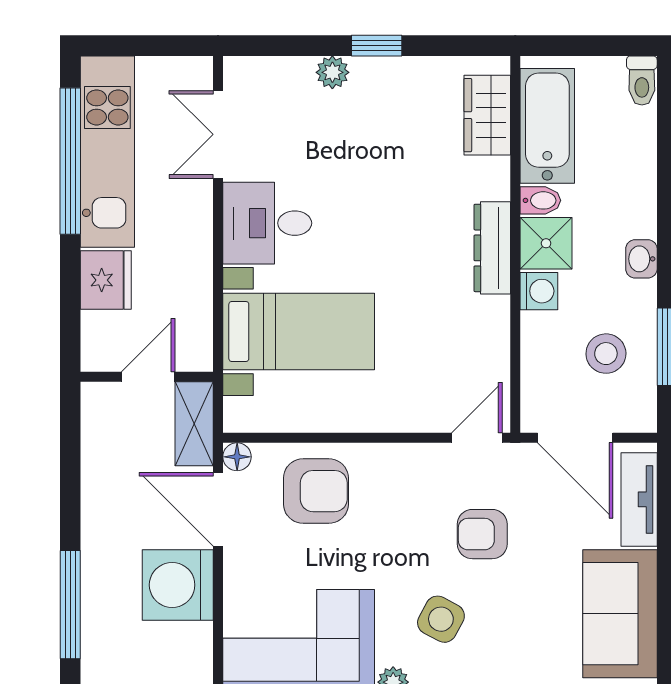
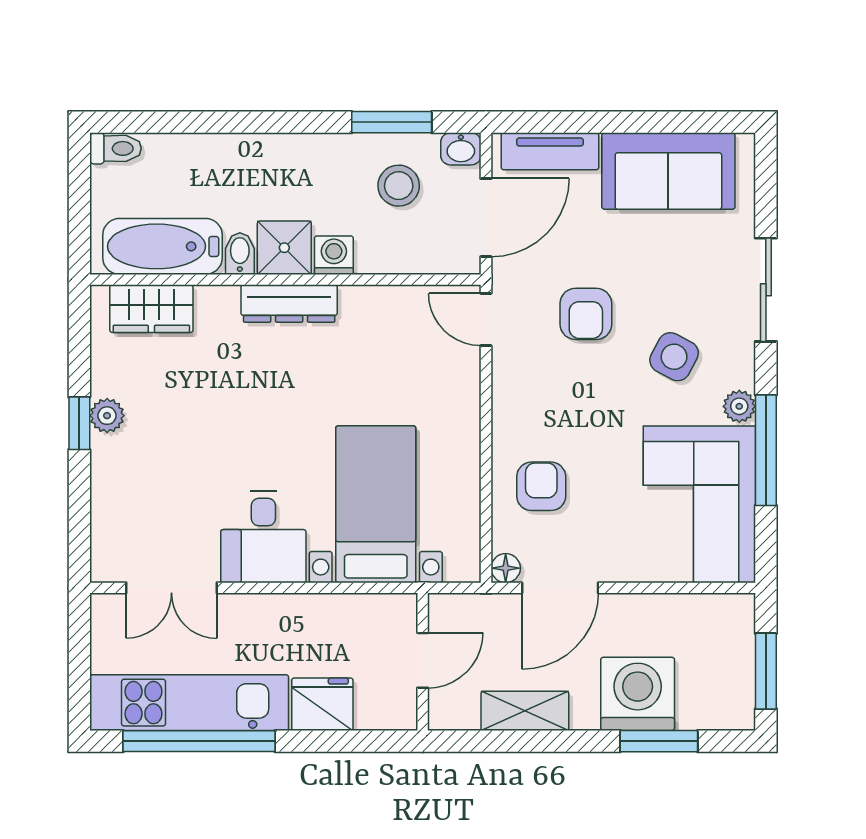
plant: (332, 72) -> (107, 416), moved
washbasin: (641, 259) -> (461, 149), moved
door: (148, 377) -> (423, 660), swing flipped
shelving: (194, 424) -> (525, 711), moved
armchair: (316, 491) -> (541, 486), width x0.72, depth x0.72
washing machine: (178, 585) -> (638, 694), moved, turned 180
window: (70, 605) -> (659, 741), width x0.69

